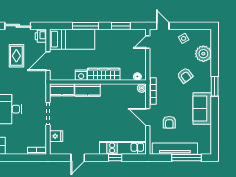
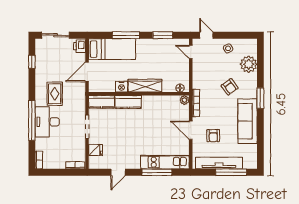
door: (148, 42) -> (191, 52), hinge flipped
rug: (16, 56) -> (55, 94), moved
sofa: (202, 108) -> (248, 121), width x1.36
window: (115, 158) -> (157, 172), width x2.17

